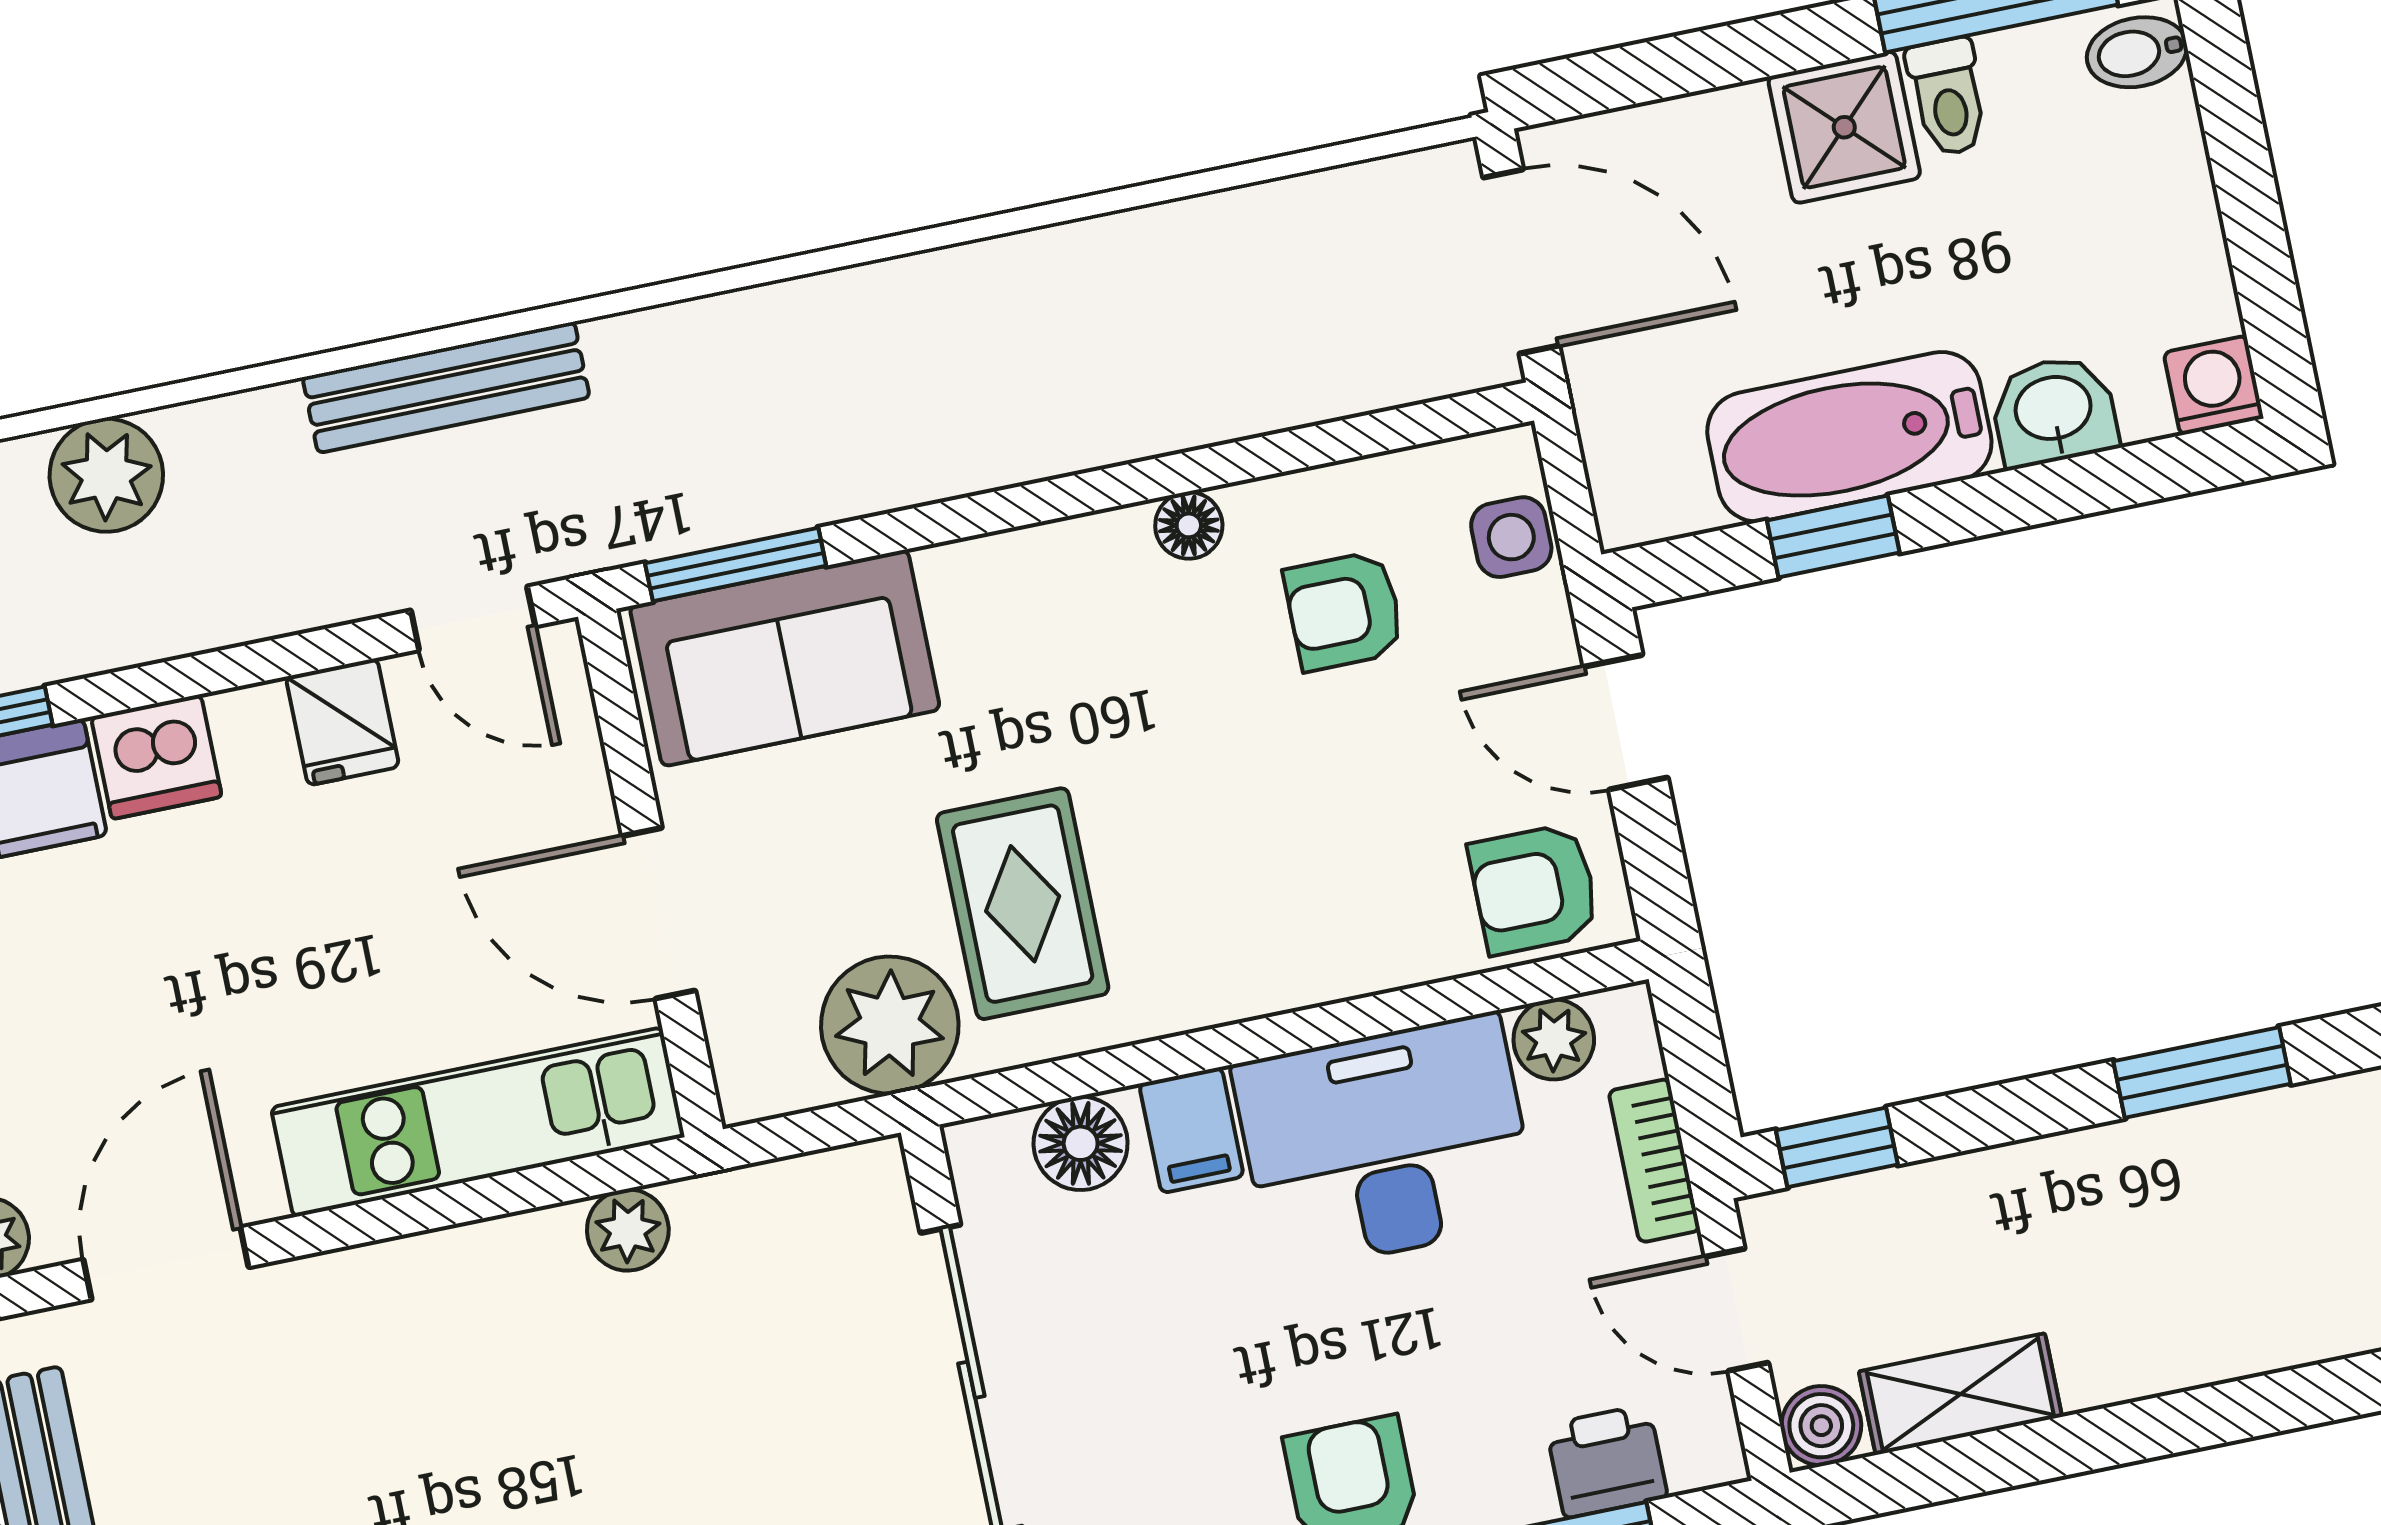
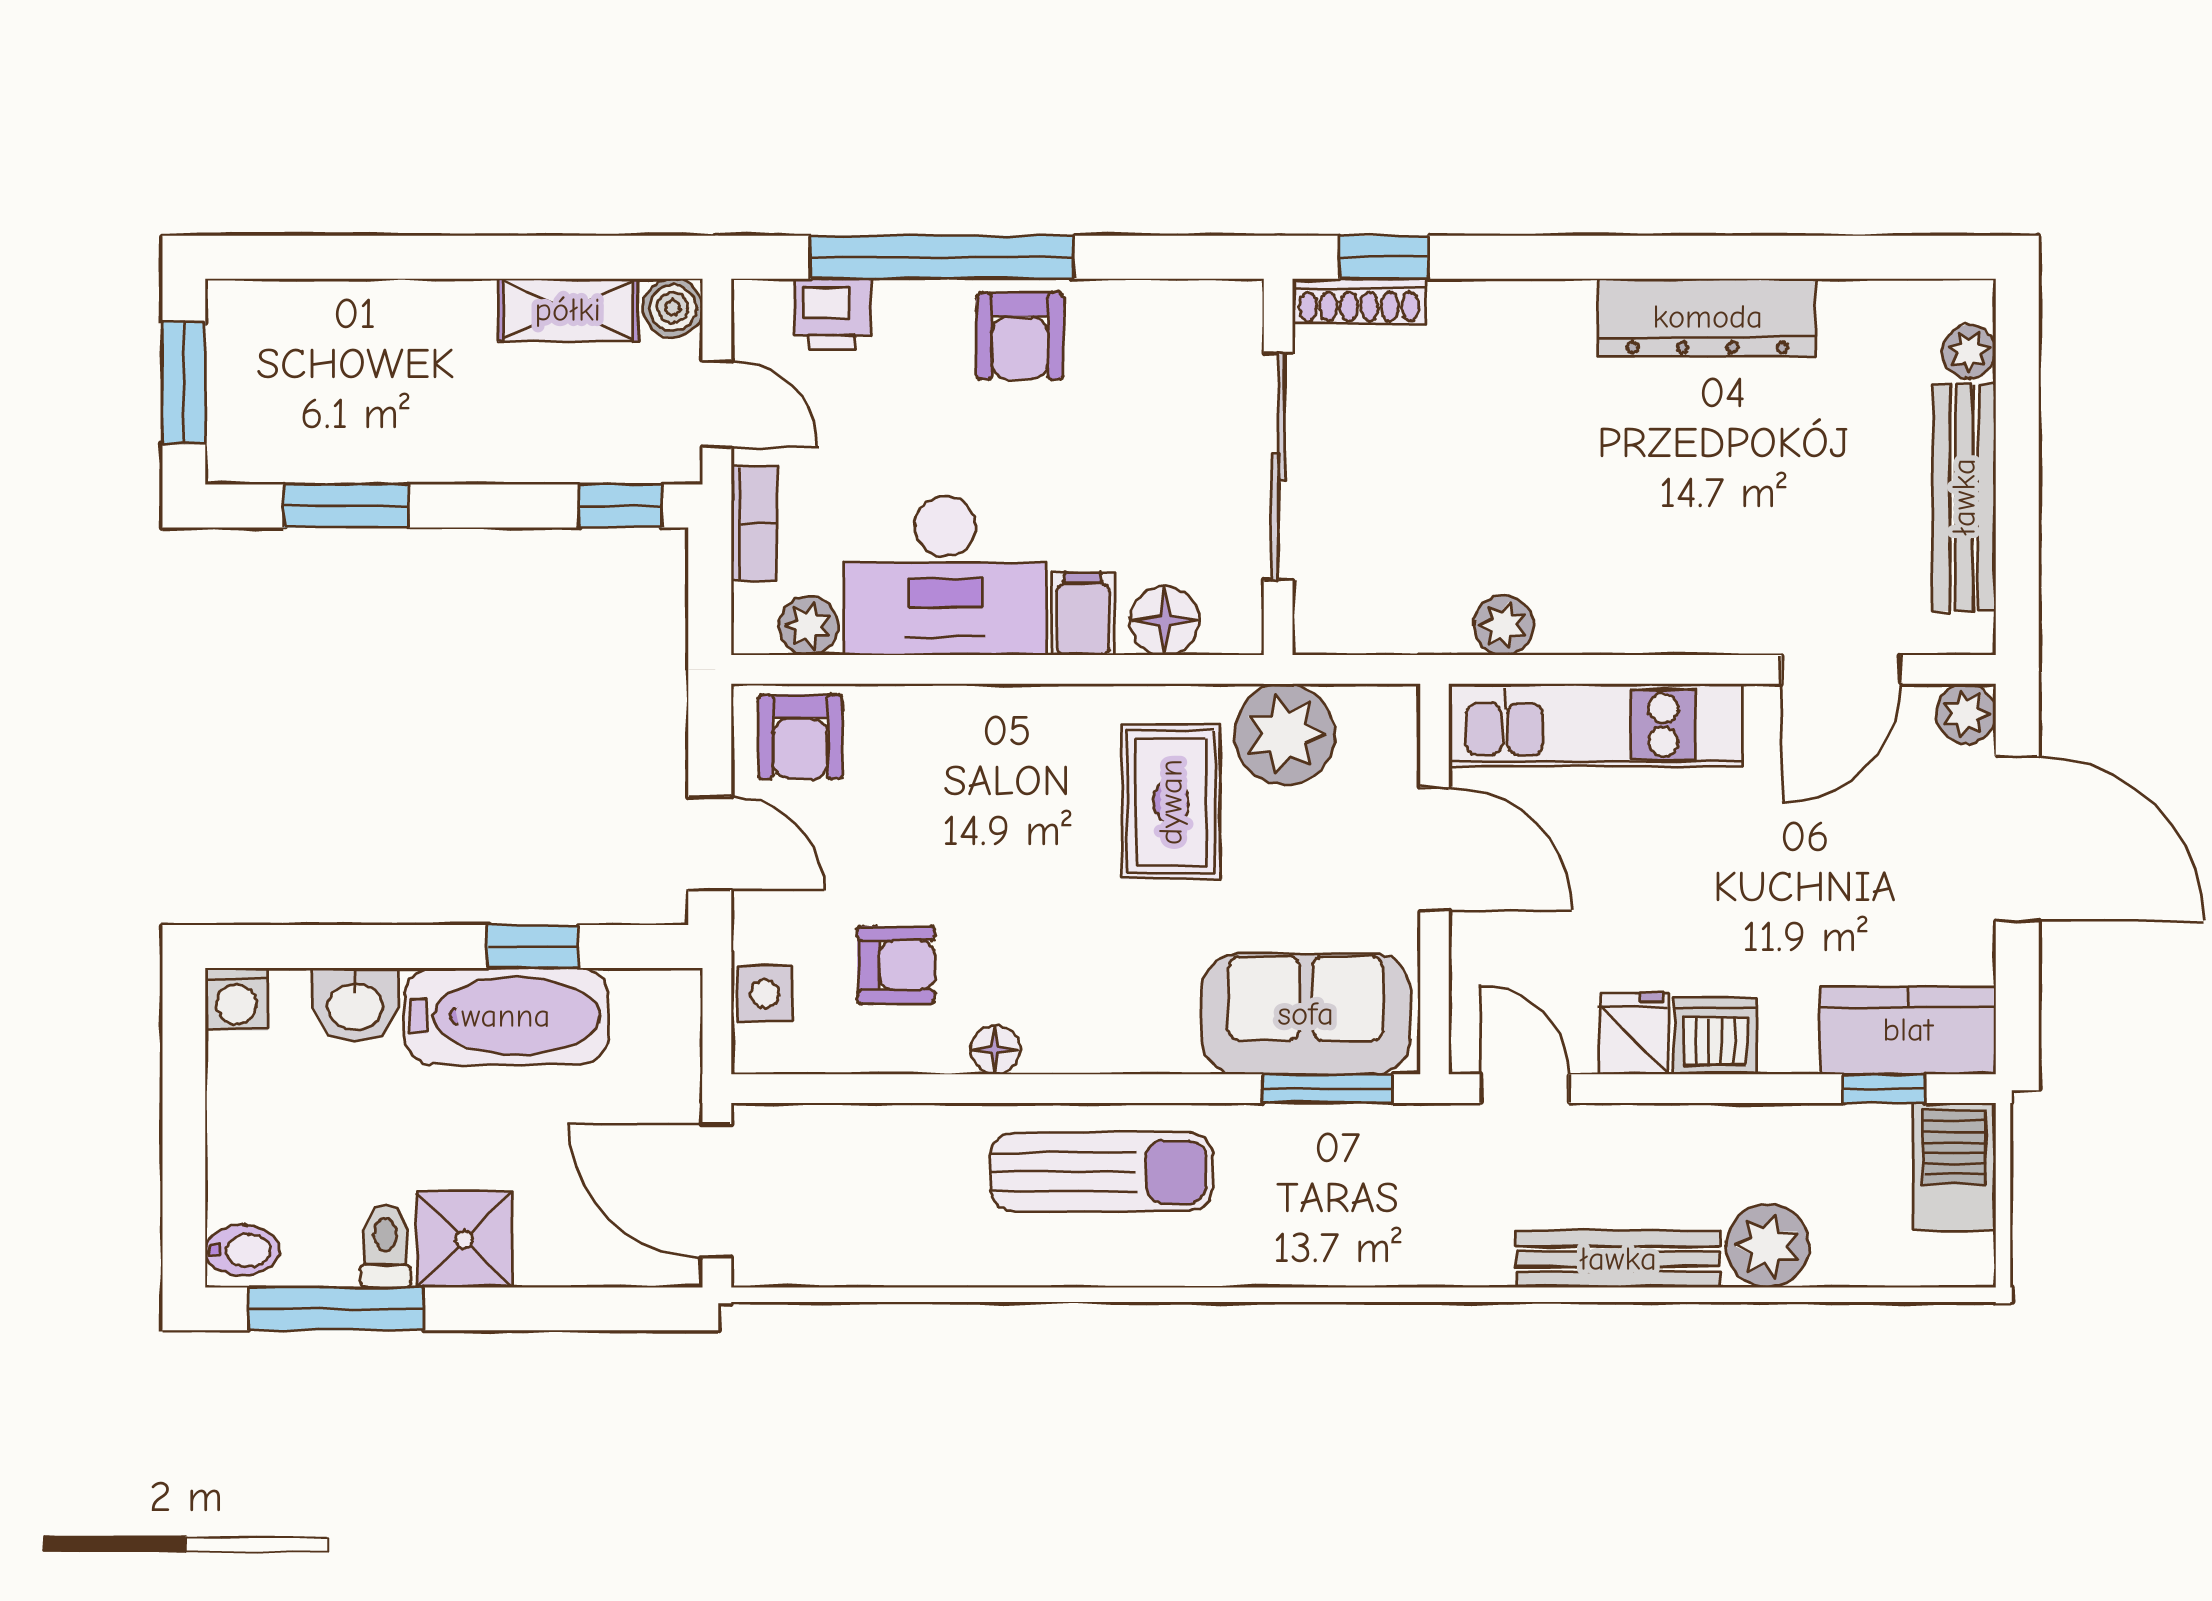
bench: (446, 387) -> (1618, 1259), moved
sun lounger: (1014, 392) -> (1101, 1172), added
dishwasher: (156, 757) -> (1715, 1036), moved
armchair: (1534, 889) -> (800, 737), turned 90

